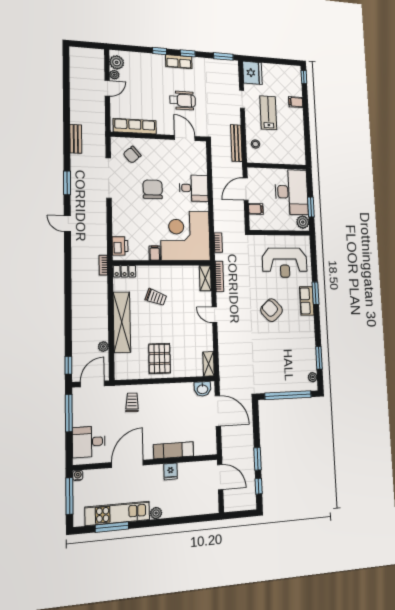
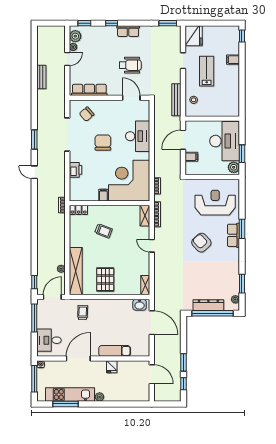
window: (188, 53) -> (84, 23), moved
bench: (76, 139) -> (41, 77), moved
desk: (194, 188) -> (138, 136), width x1.37
printer: (120, 246) -> (75, 170), moved
reception desk: (285, 263) -> (215, 203), turned 180
shelving: (122, 322) -> (76, 271), moved
dresser: (283, 386) -> (208, 305), added

